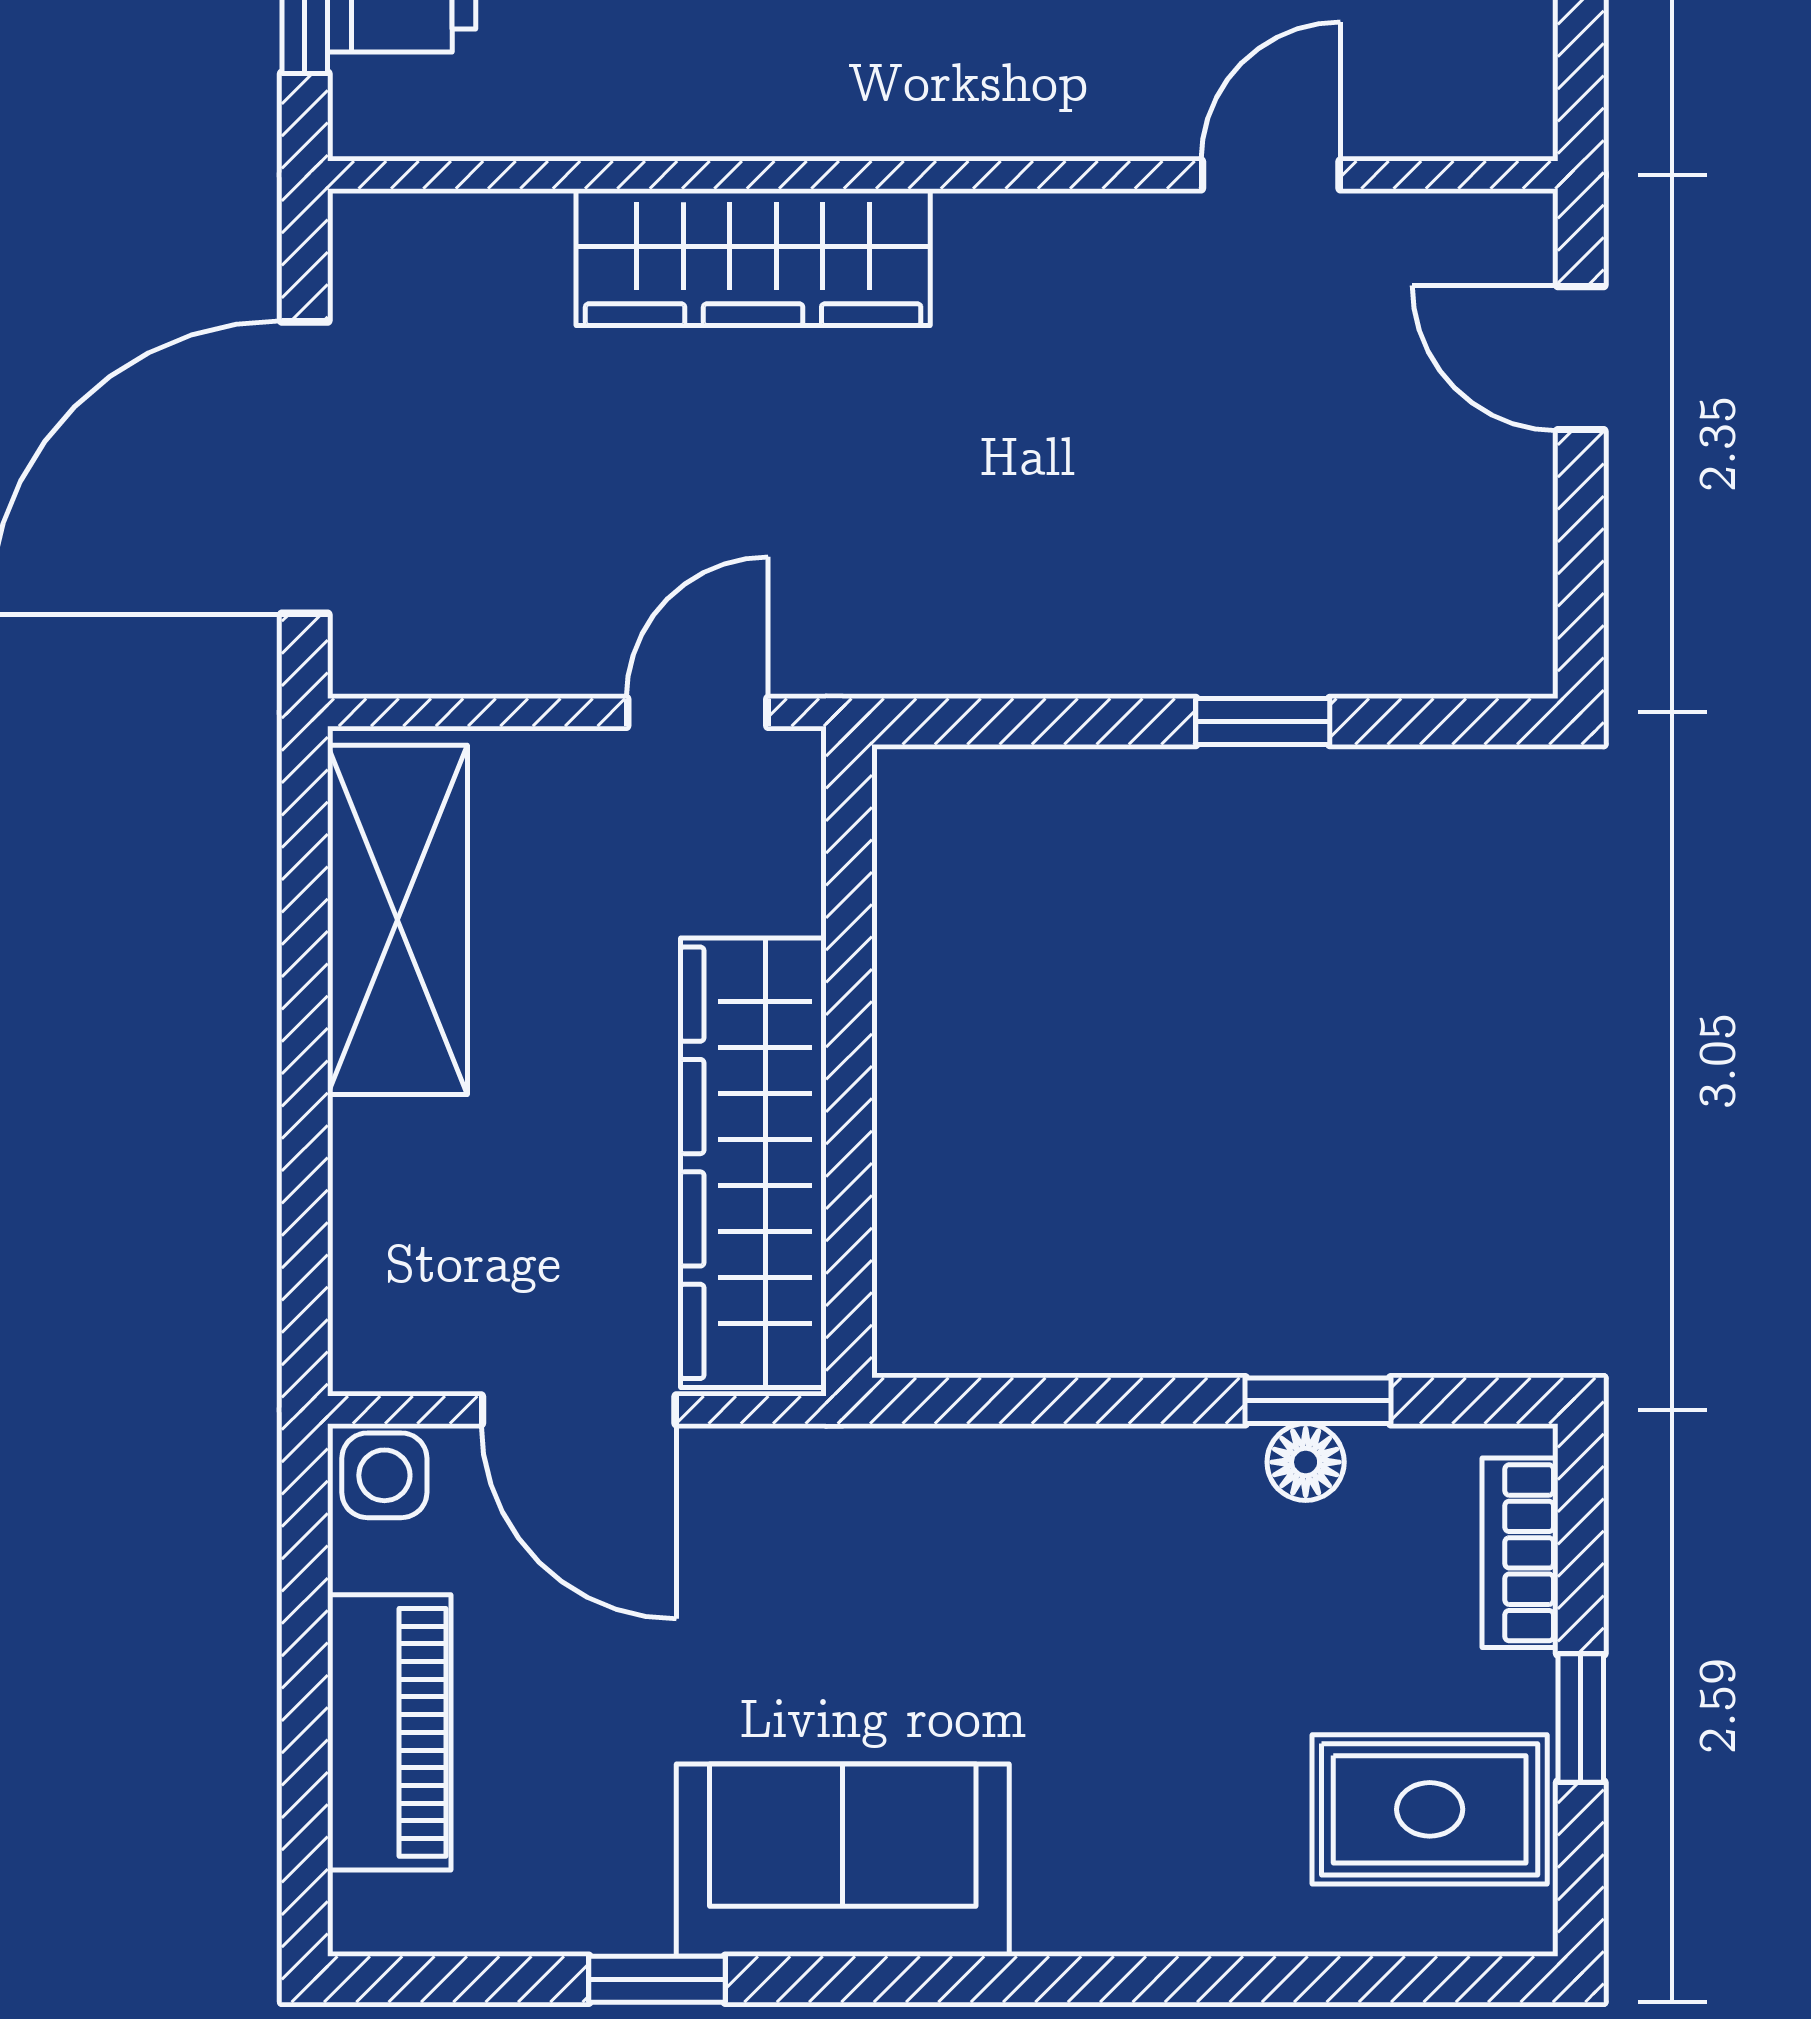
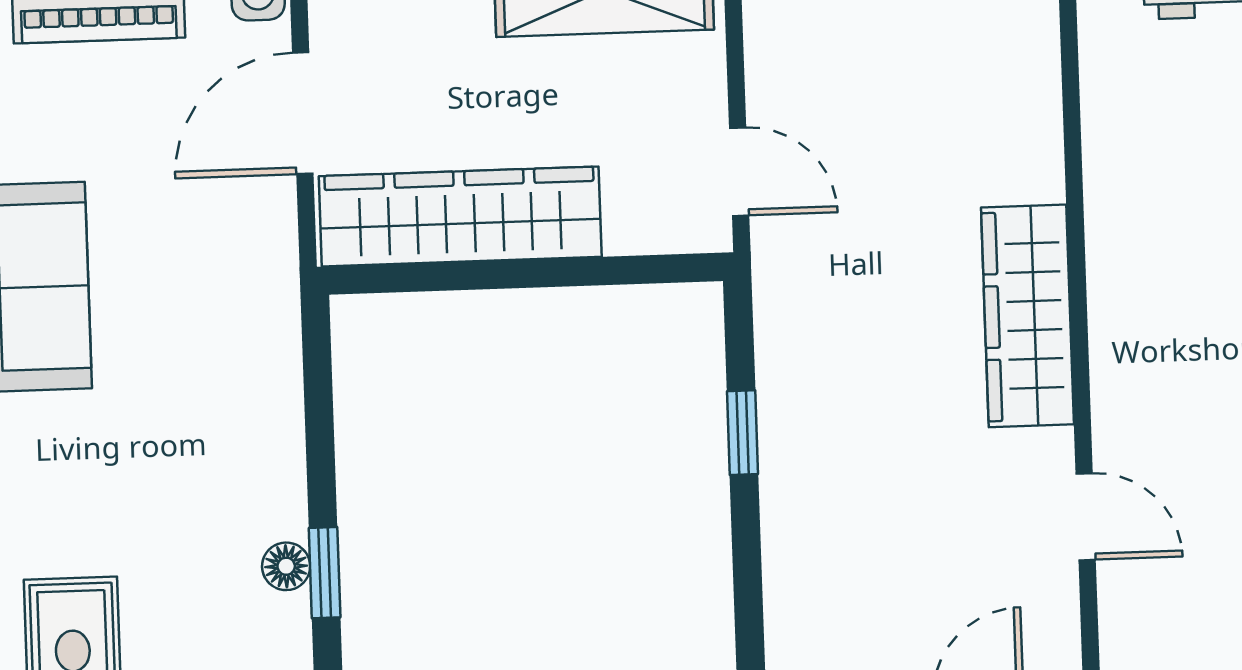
wardrobe: (753, 257) -> (1028, 316), moved
window: (1263, 721) -> (743, 433), moved

